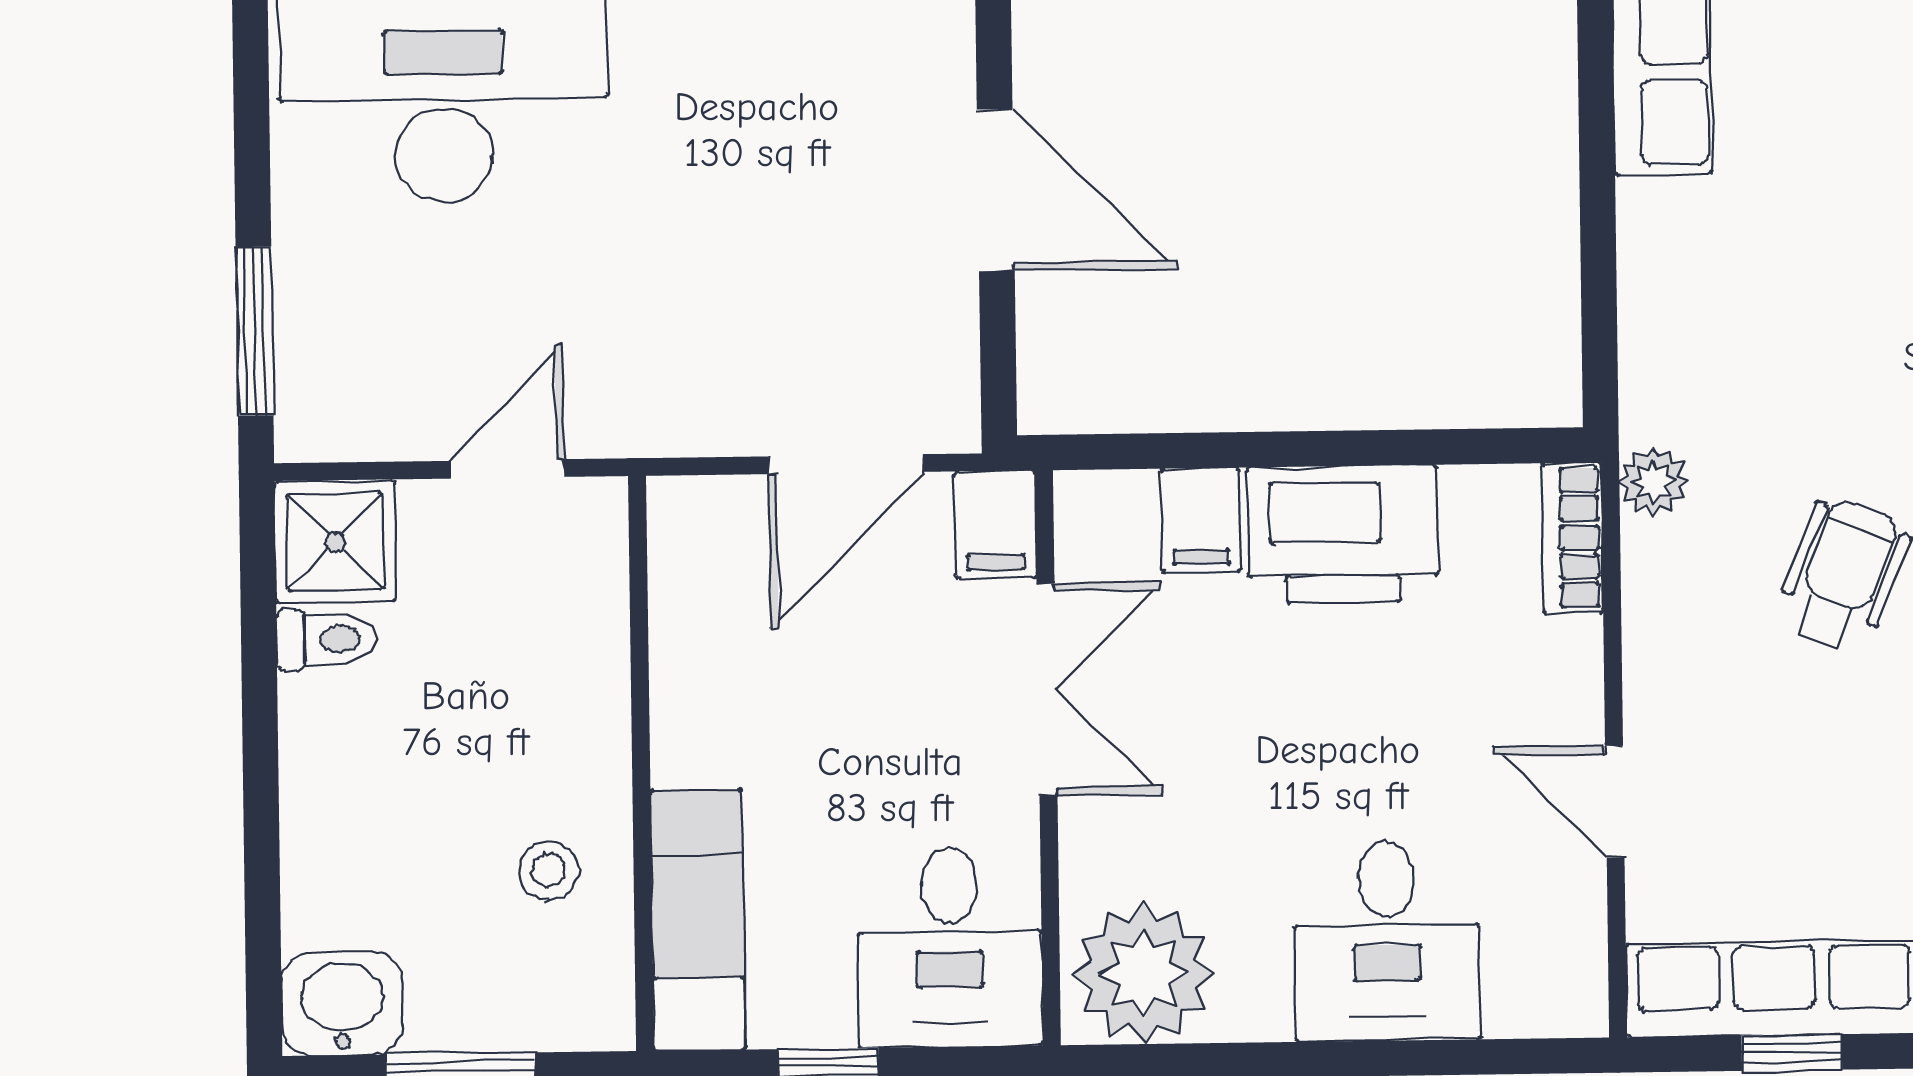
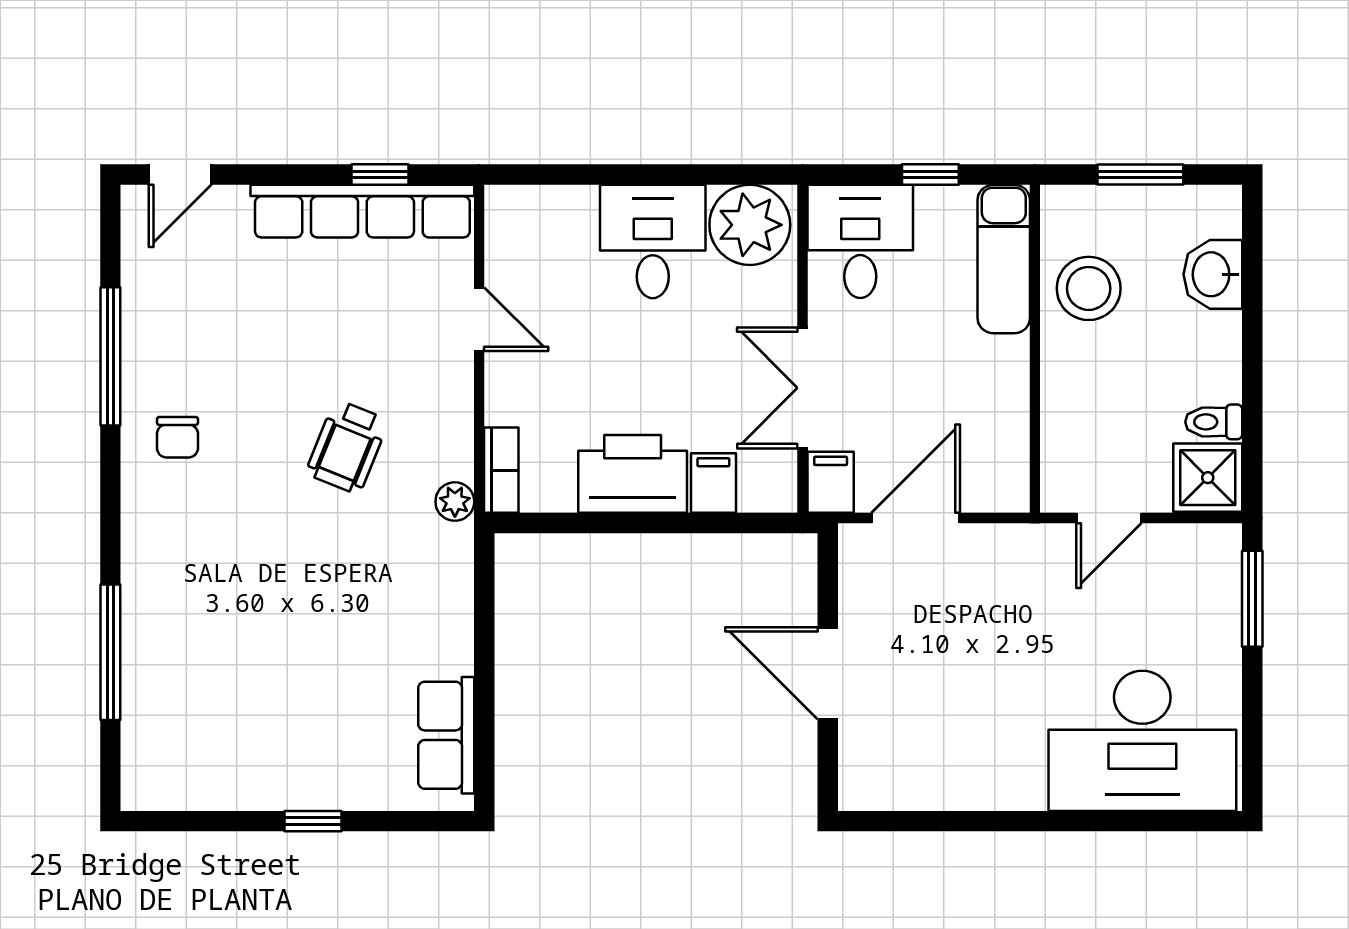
stool: (548, 870) -> (1089, 288), width x1.89, depth x1.89
desk: (1387, 941) -> (653, 241), moved
washbasin: (342, 1004) -> (1213, 274), moved, turned 90

